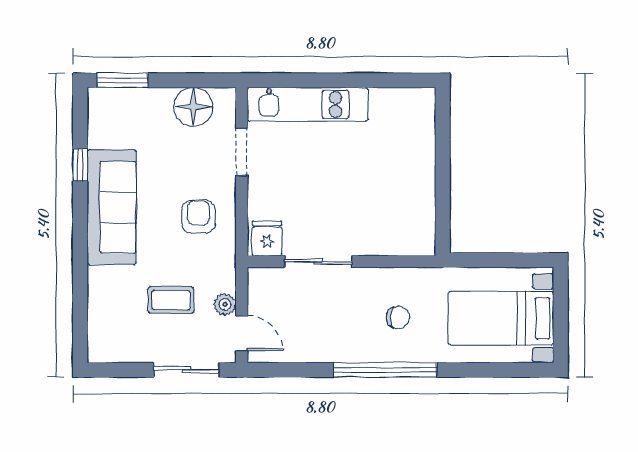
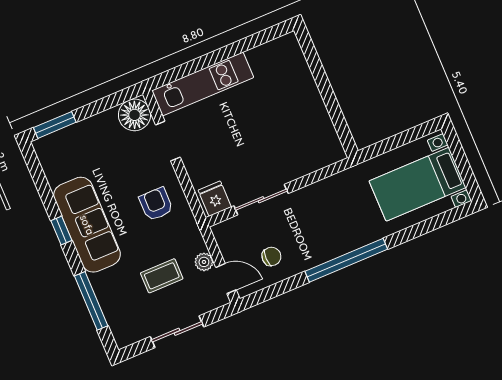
floor lamp: (193, 107) -> (134, 115), moved
window: (80, 165) -> (61, 230), moved
window: (80, 294) -> (91, 301), added
chair: (398, 317) -> (271, 256), moved
sliding door: (186, 370) -> (177, 332), moved

